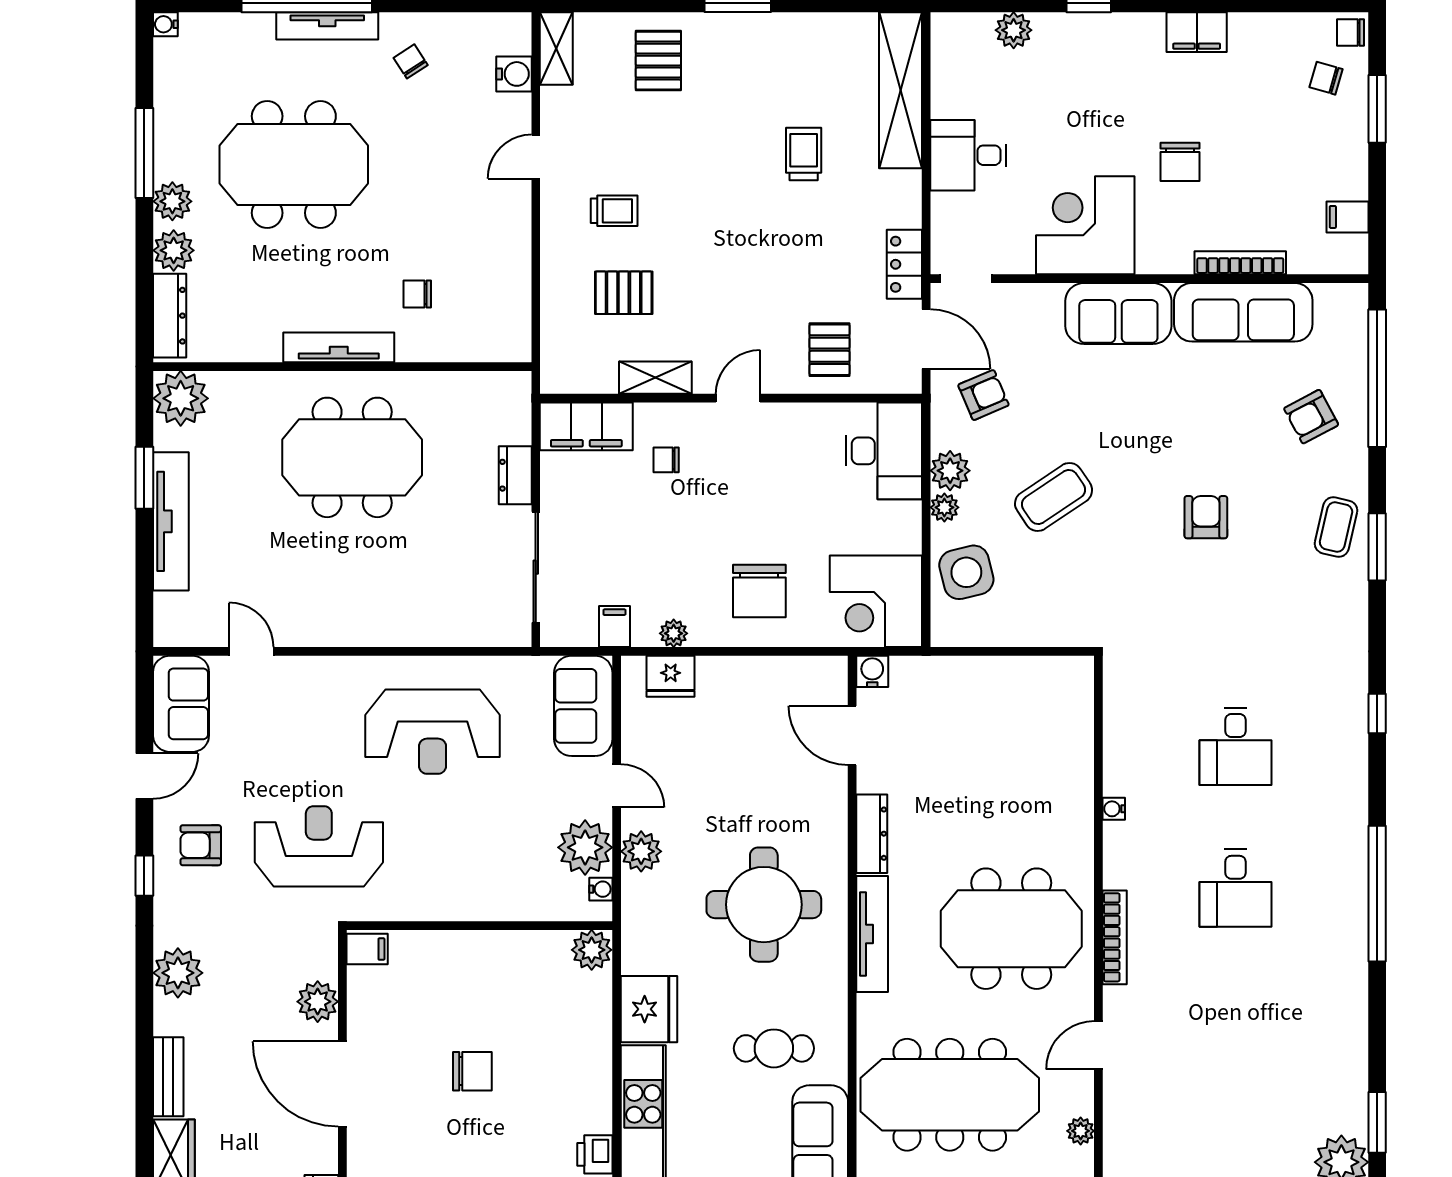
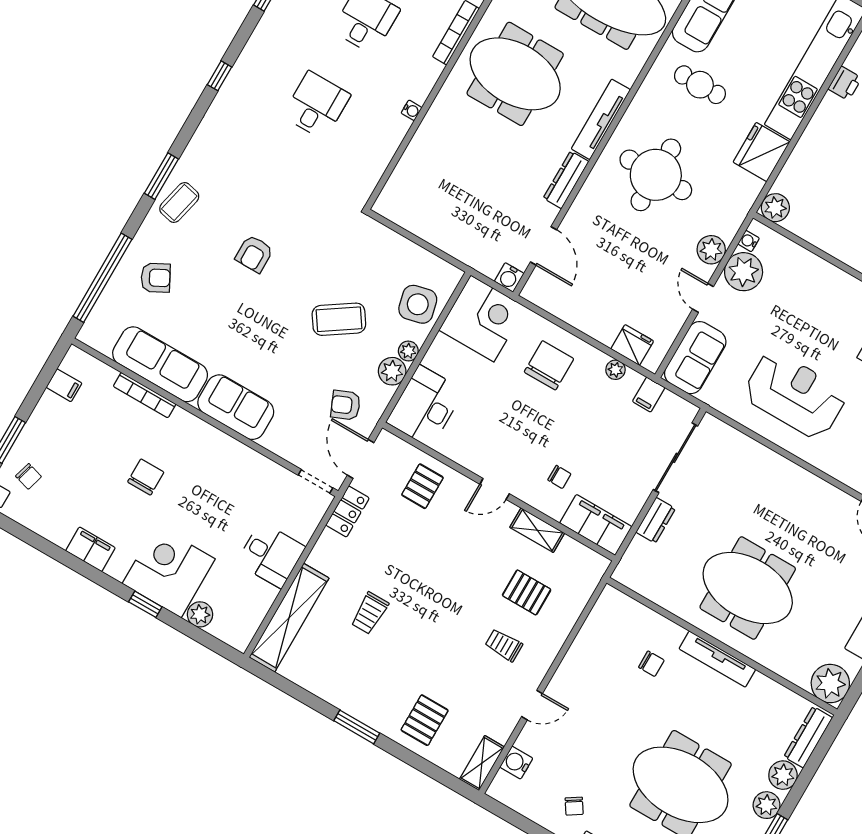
corner desk: (1085, 225) -> (169, 571), moved, turned 180

